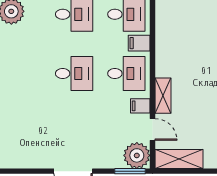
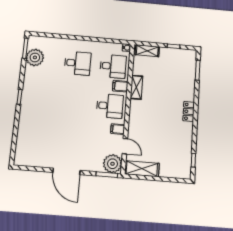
desk: (74, 73) -> (74, 103), removed
shelving: (163, 96) -> (136, 87), moved

